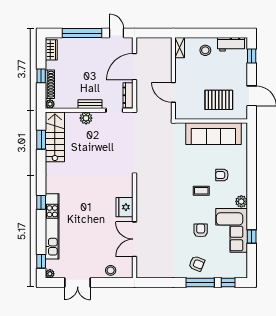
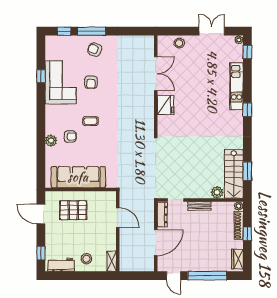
plant: (86, 118) -> (217, 192), moved
plant: (241, 201) -> (51, 141), moved
kitchen unit: (52, 226) -> (236, 86), width x0.73

